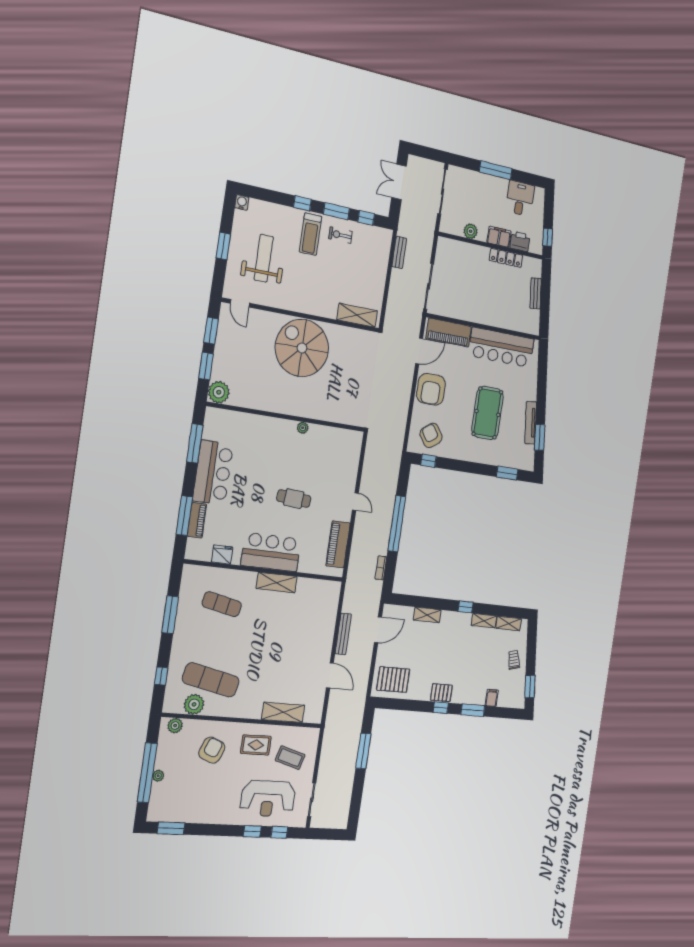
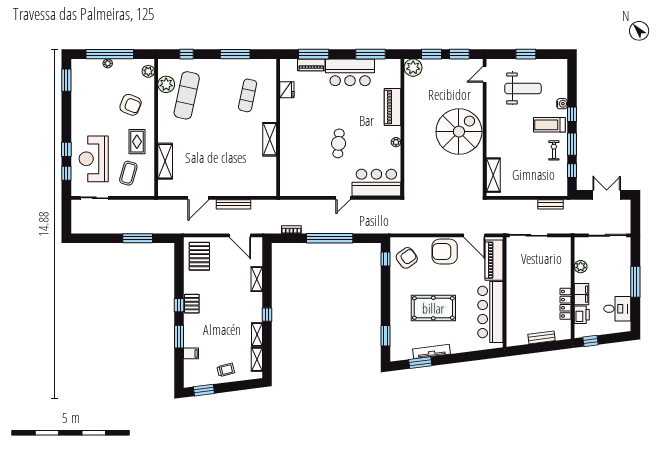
water cooler: (242, 202) -> (562, 104), moved
piano: (338, 544) -> (393, 107), moved, turned -90
bar counter: (271, 552) -> (376, 183), moved, turned -90

